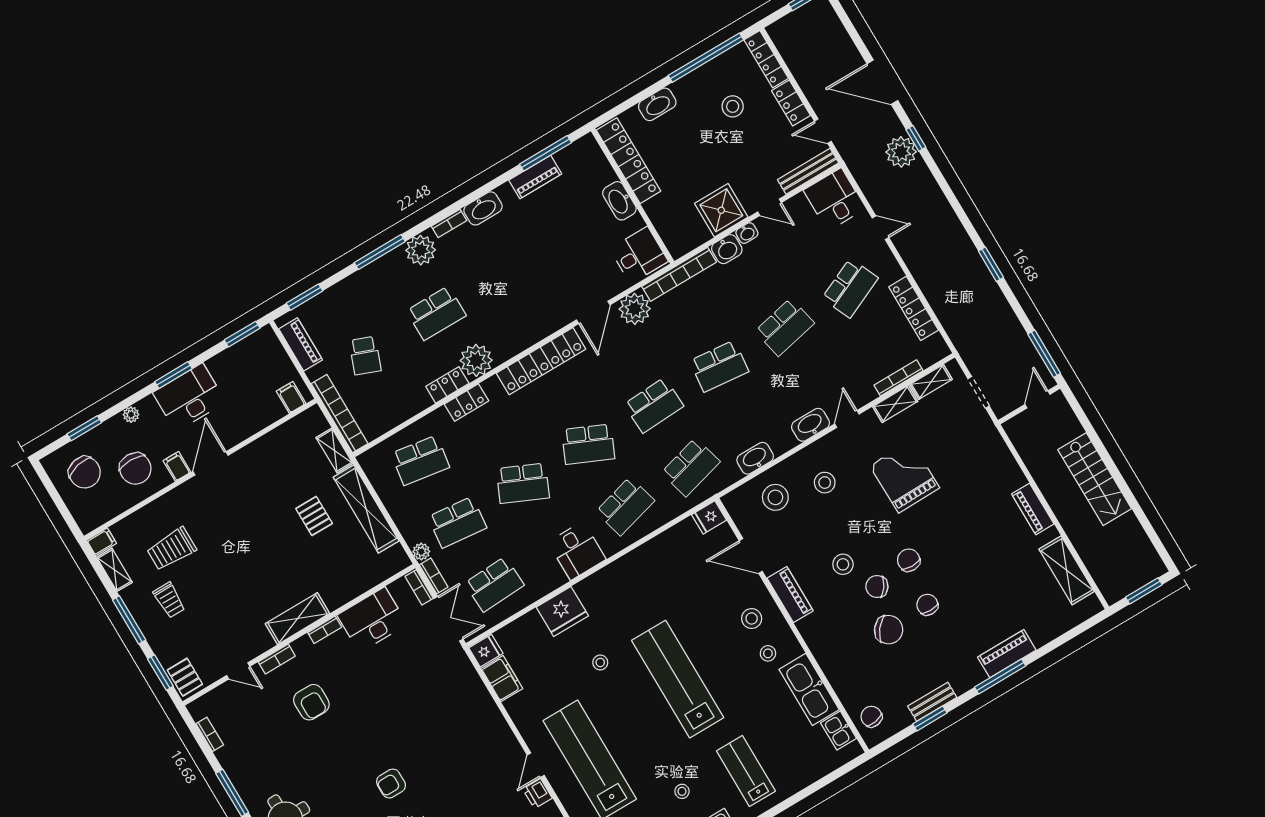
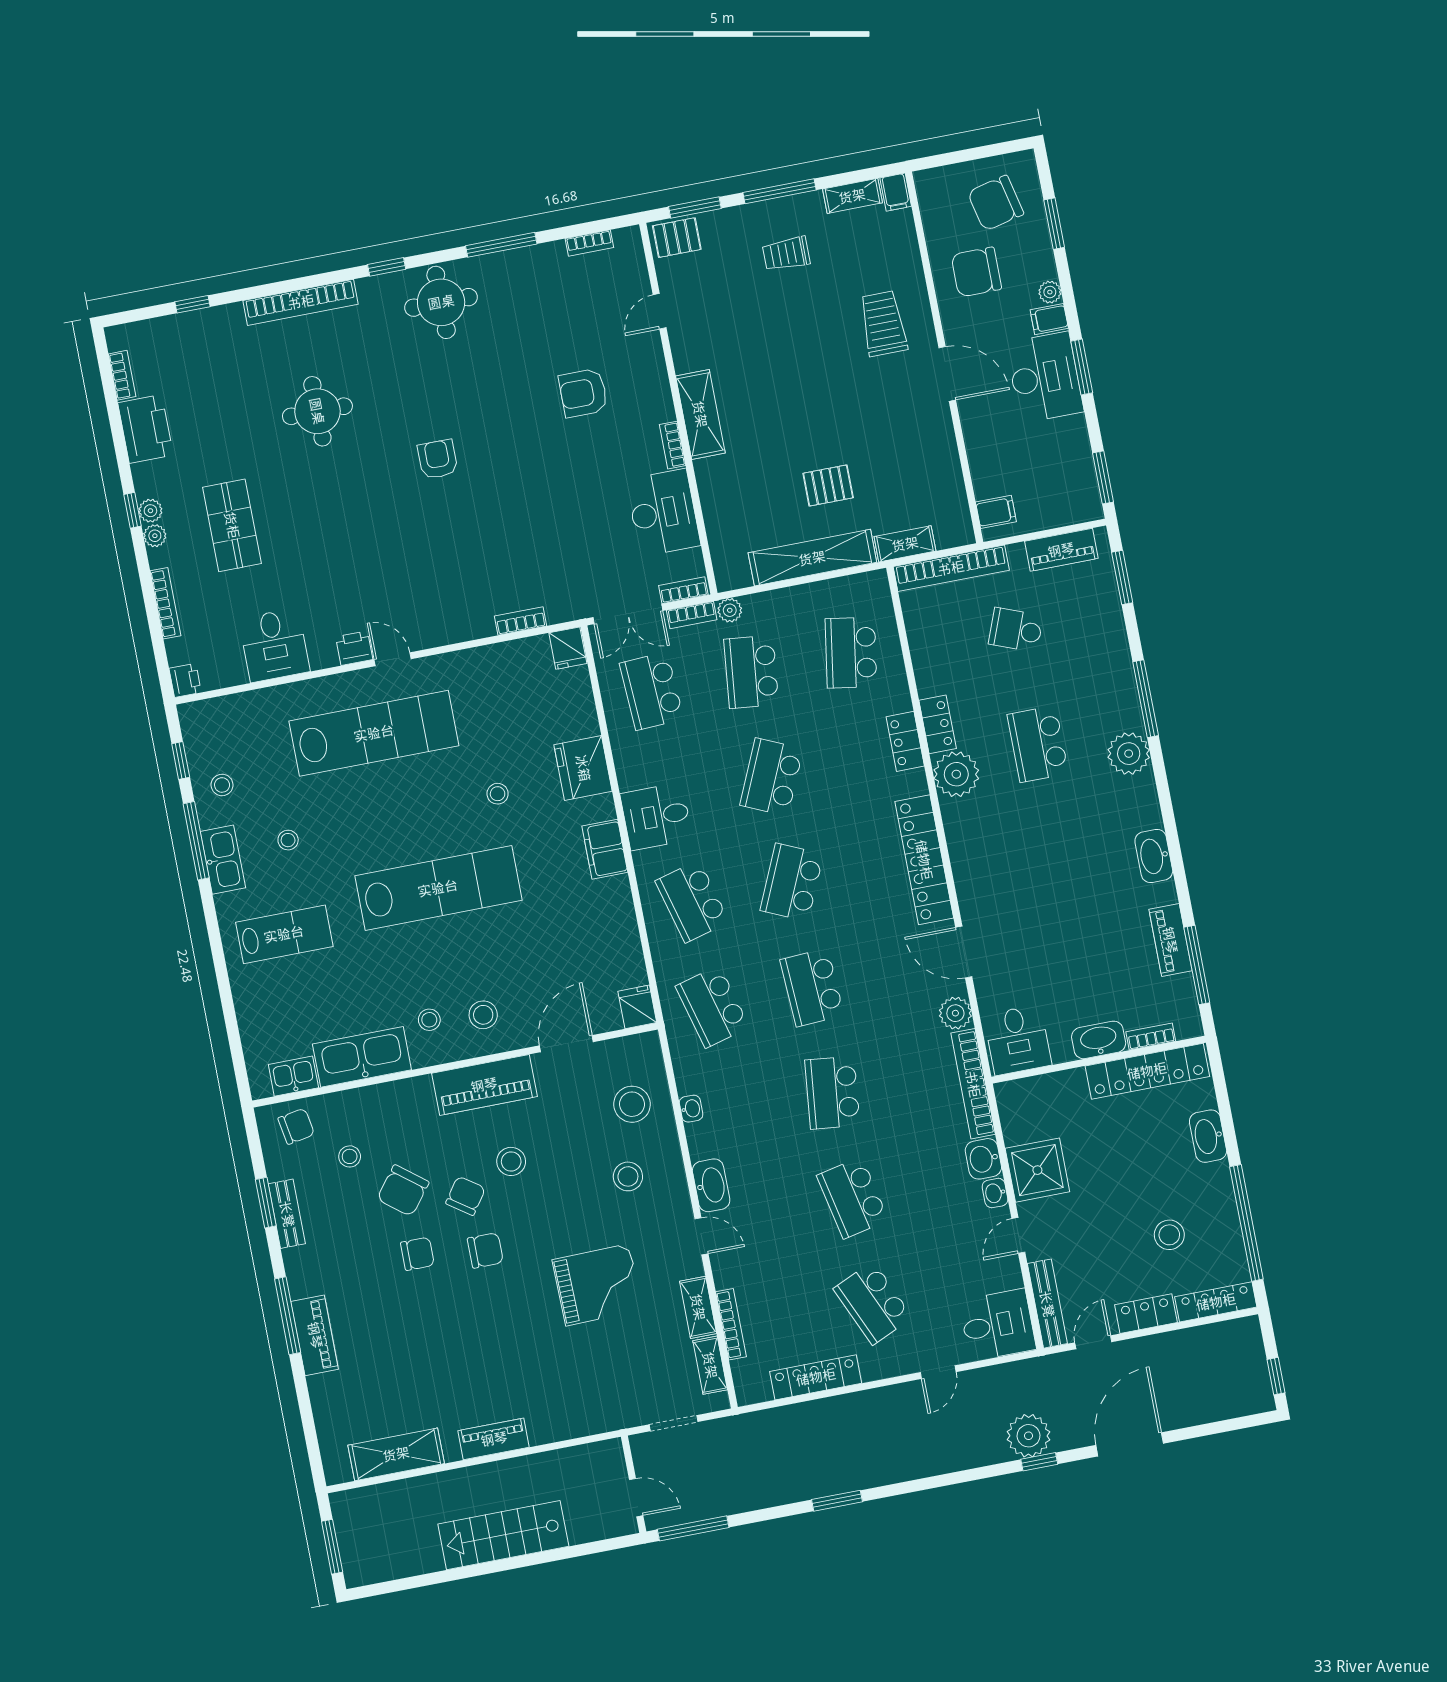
bookcase: (449, 223) -> (1151, 1037), moved, turned 90
plant: (635, 309) -> (955, 1013), width x0.73, depth x0.73
washbasin: (755, 458) -> (691, 1109), width x0.52, depth x0.69
filing cabinet: (177, 466) -> (1049, 319), moved, turned 180
trolley: (172, 549) -> (883, 324), moved
piano: (790, 594) -> (484, 1085), width x1.37, depth x1.33
bookcase: (277, 659) -> (521, 621), moved, turned 90
stool: (879, 674) -> (350, 1156), added
filing cabinet: (502, 679) -> (605, 849), moved, turned 90

